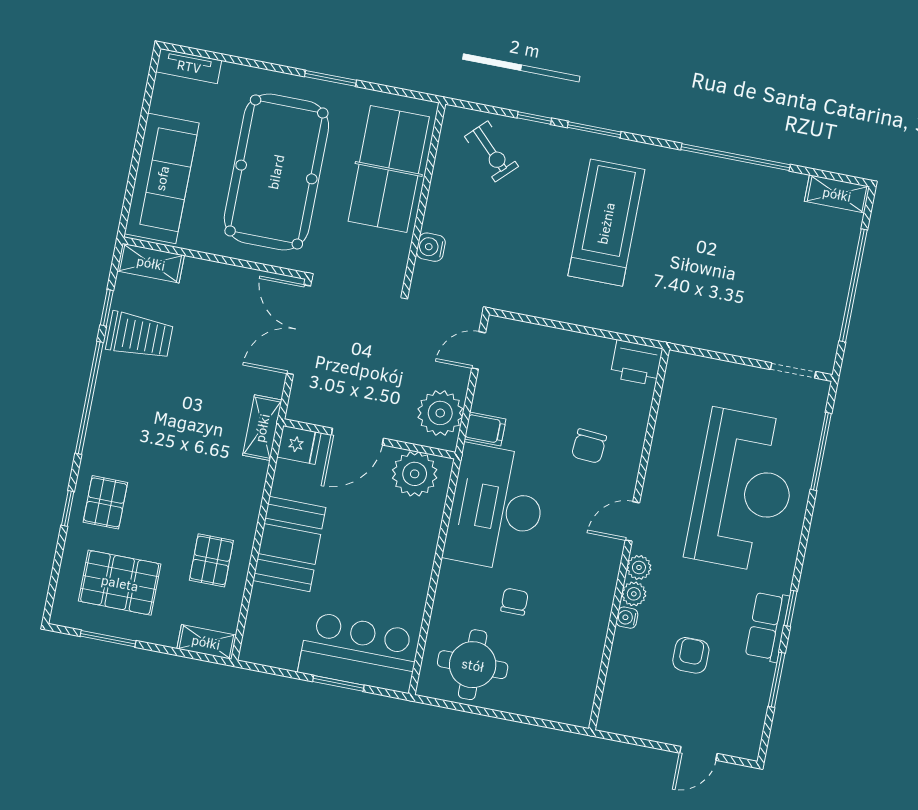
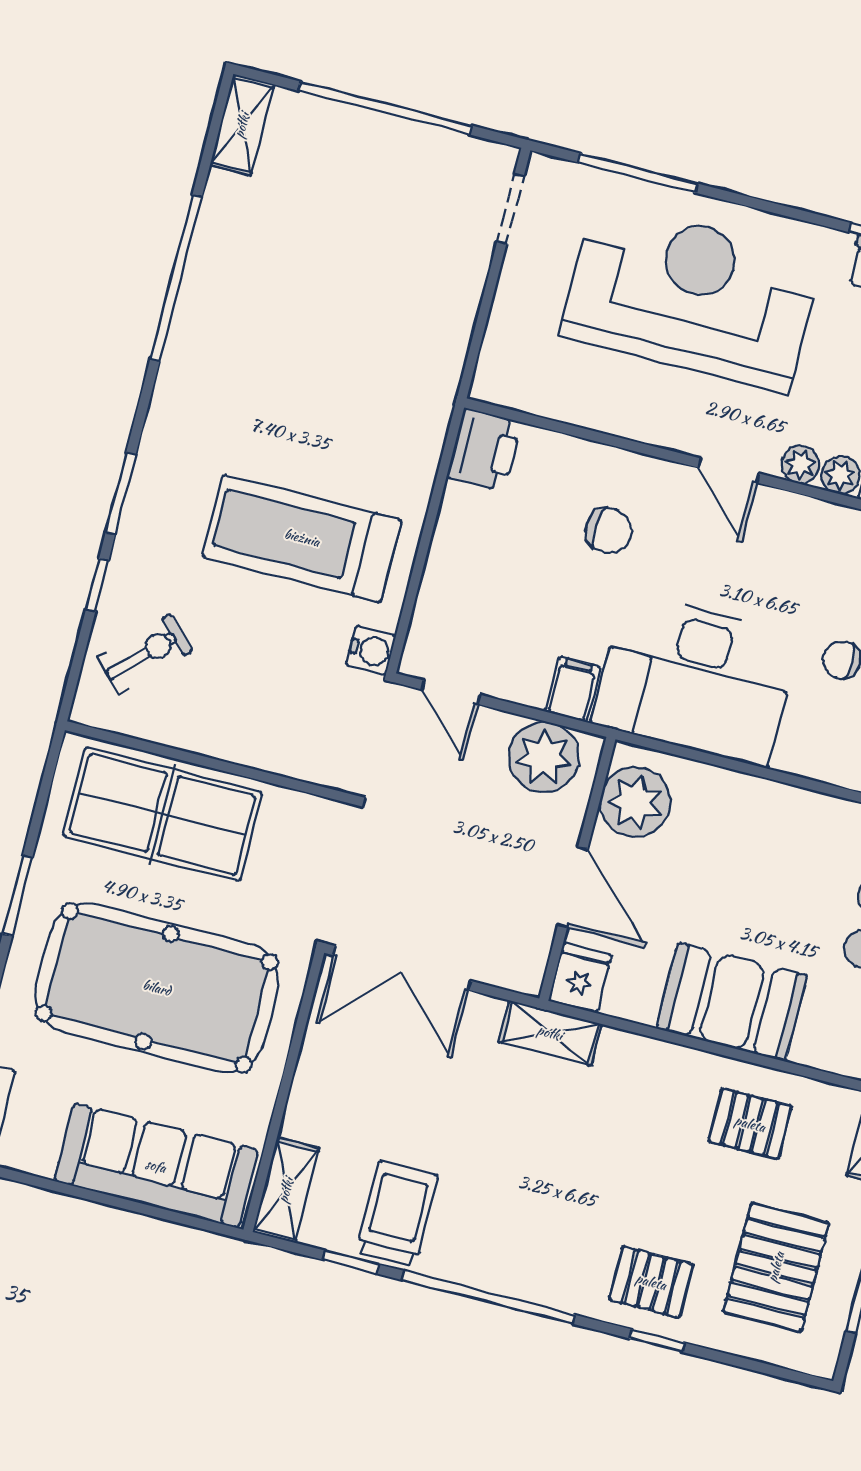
treadmill: (606, 223) -> (302, 538), moved
water cooler: (431, 247) -> (371, 650), moved, turned -90

